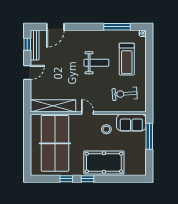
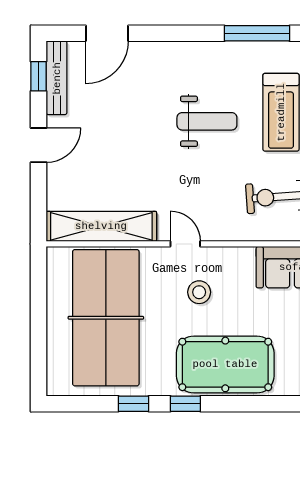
stool: (106, 129) -> (199, 292), moved

